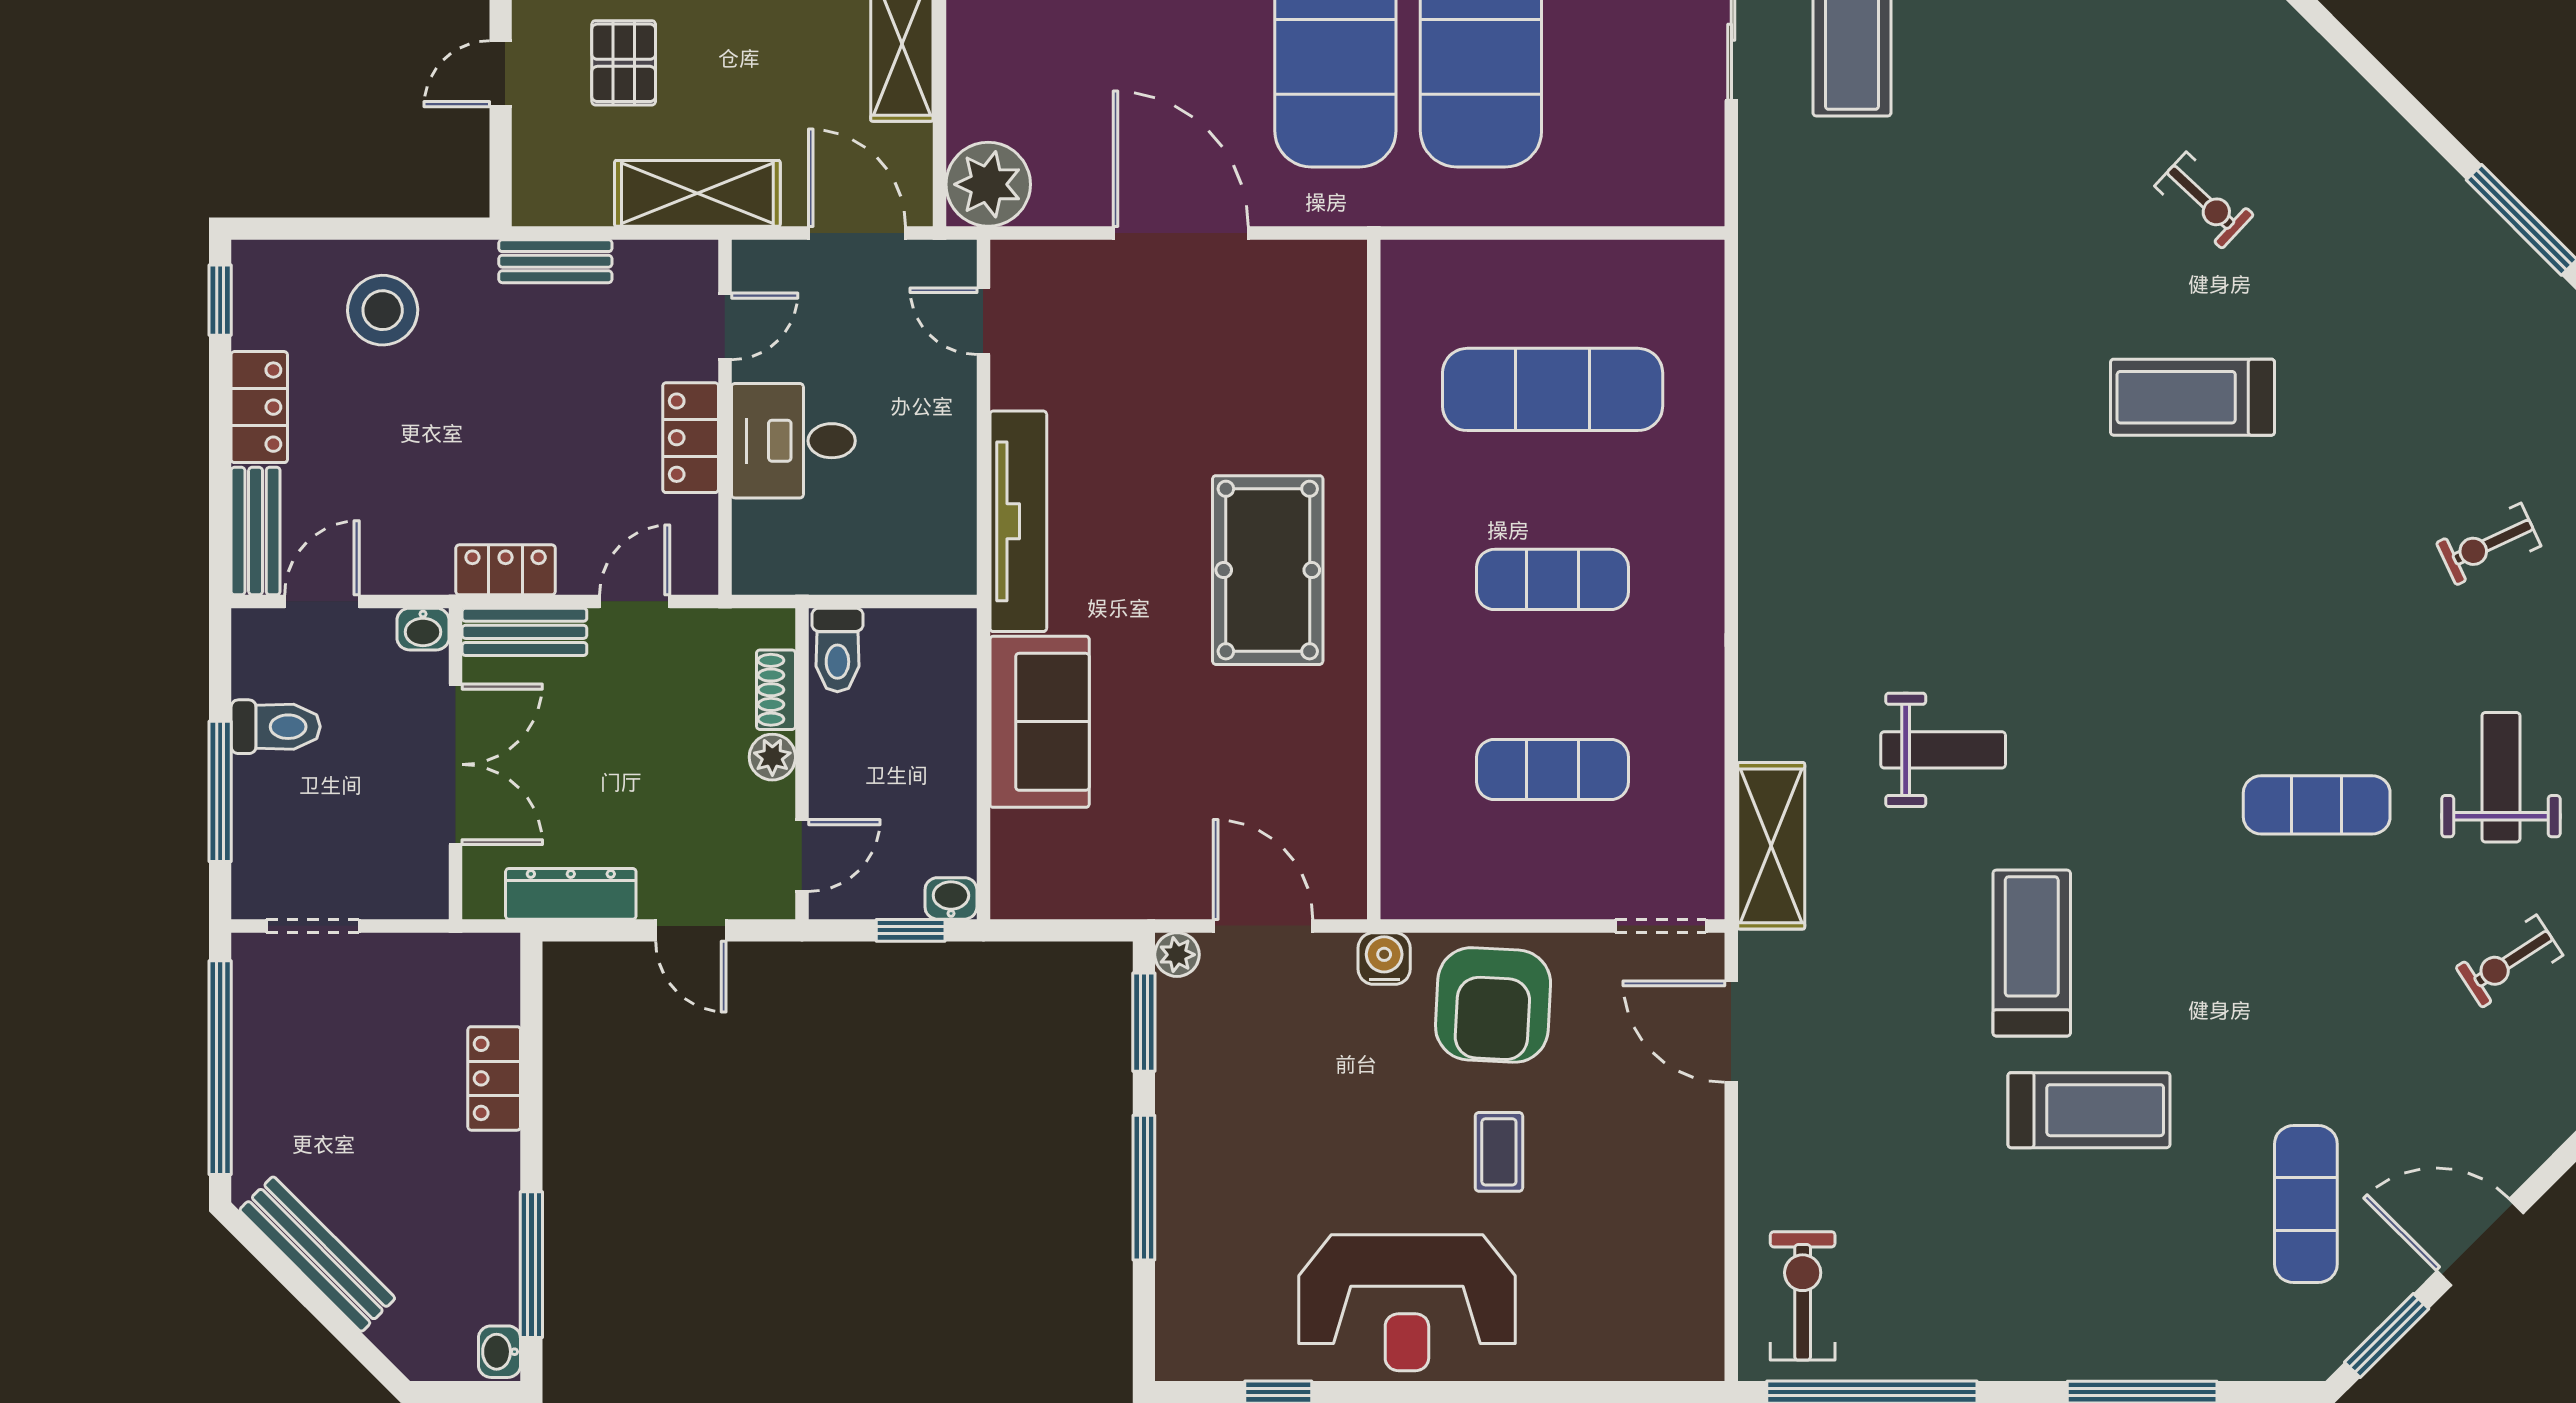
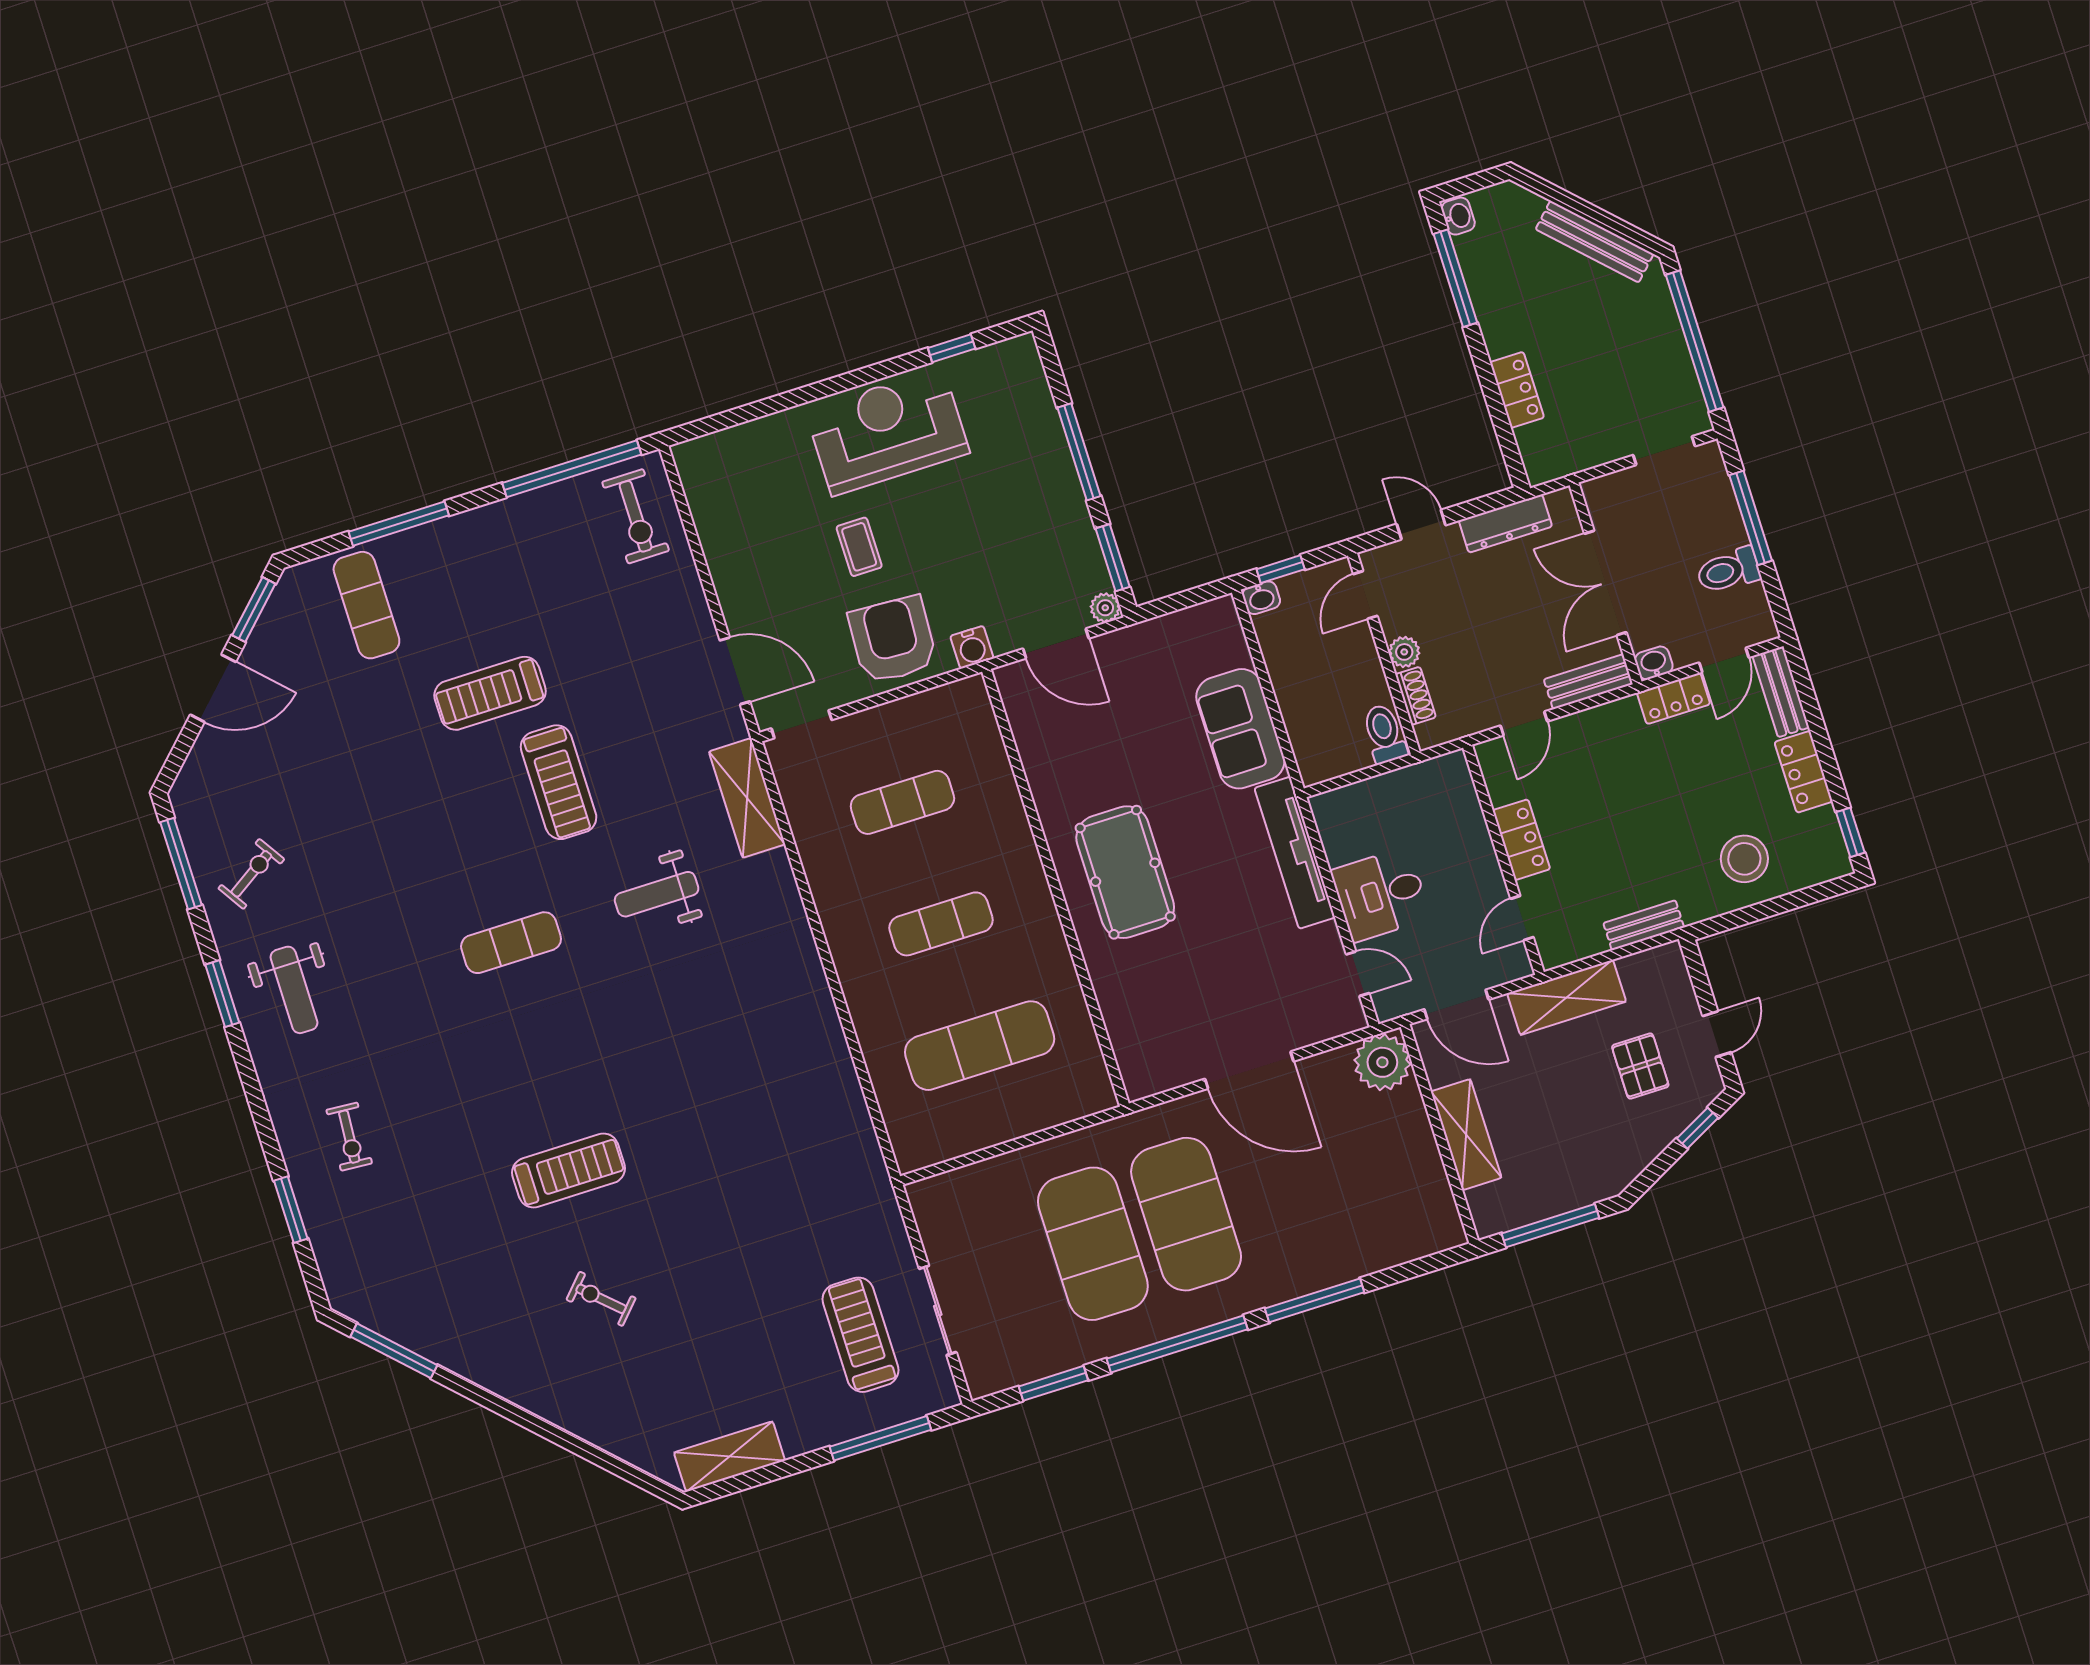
desk: (793, 441) -> (1381, 894), moved, turned 180
exercise bike: (2489, 544) -> (349, 1137), turned 119
locker: (506, 570) -> (1673, 698), moved
exercise mat: (2317, 805) -> (511, 943), moved
exercise mat: (2306, 1204) -> (366, 605), moved

